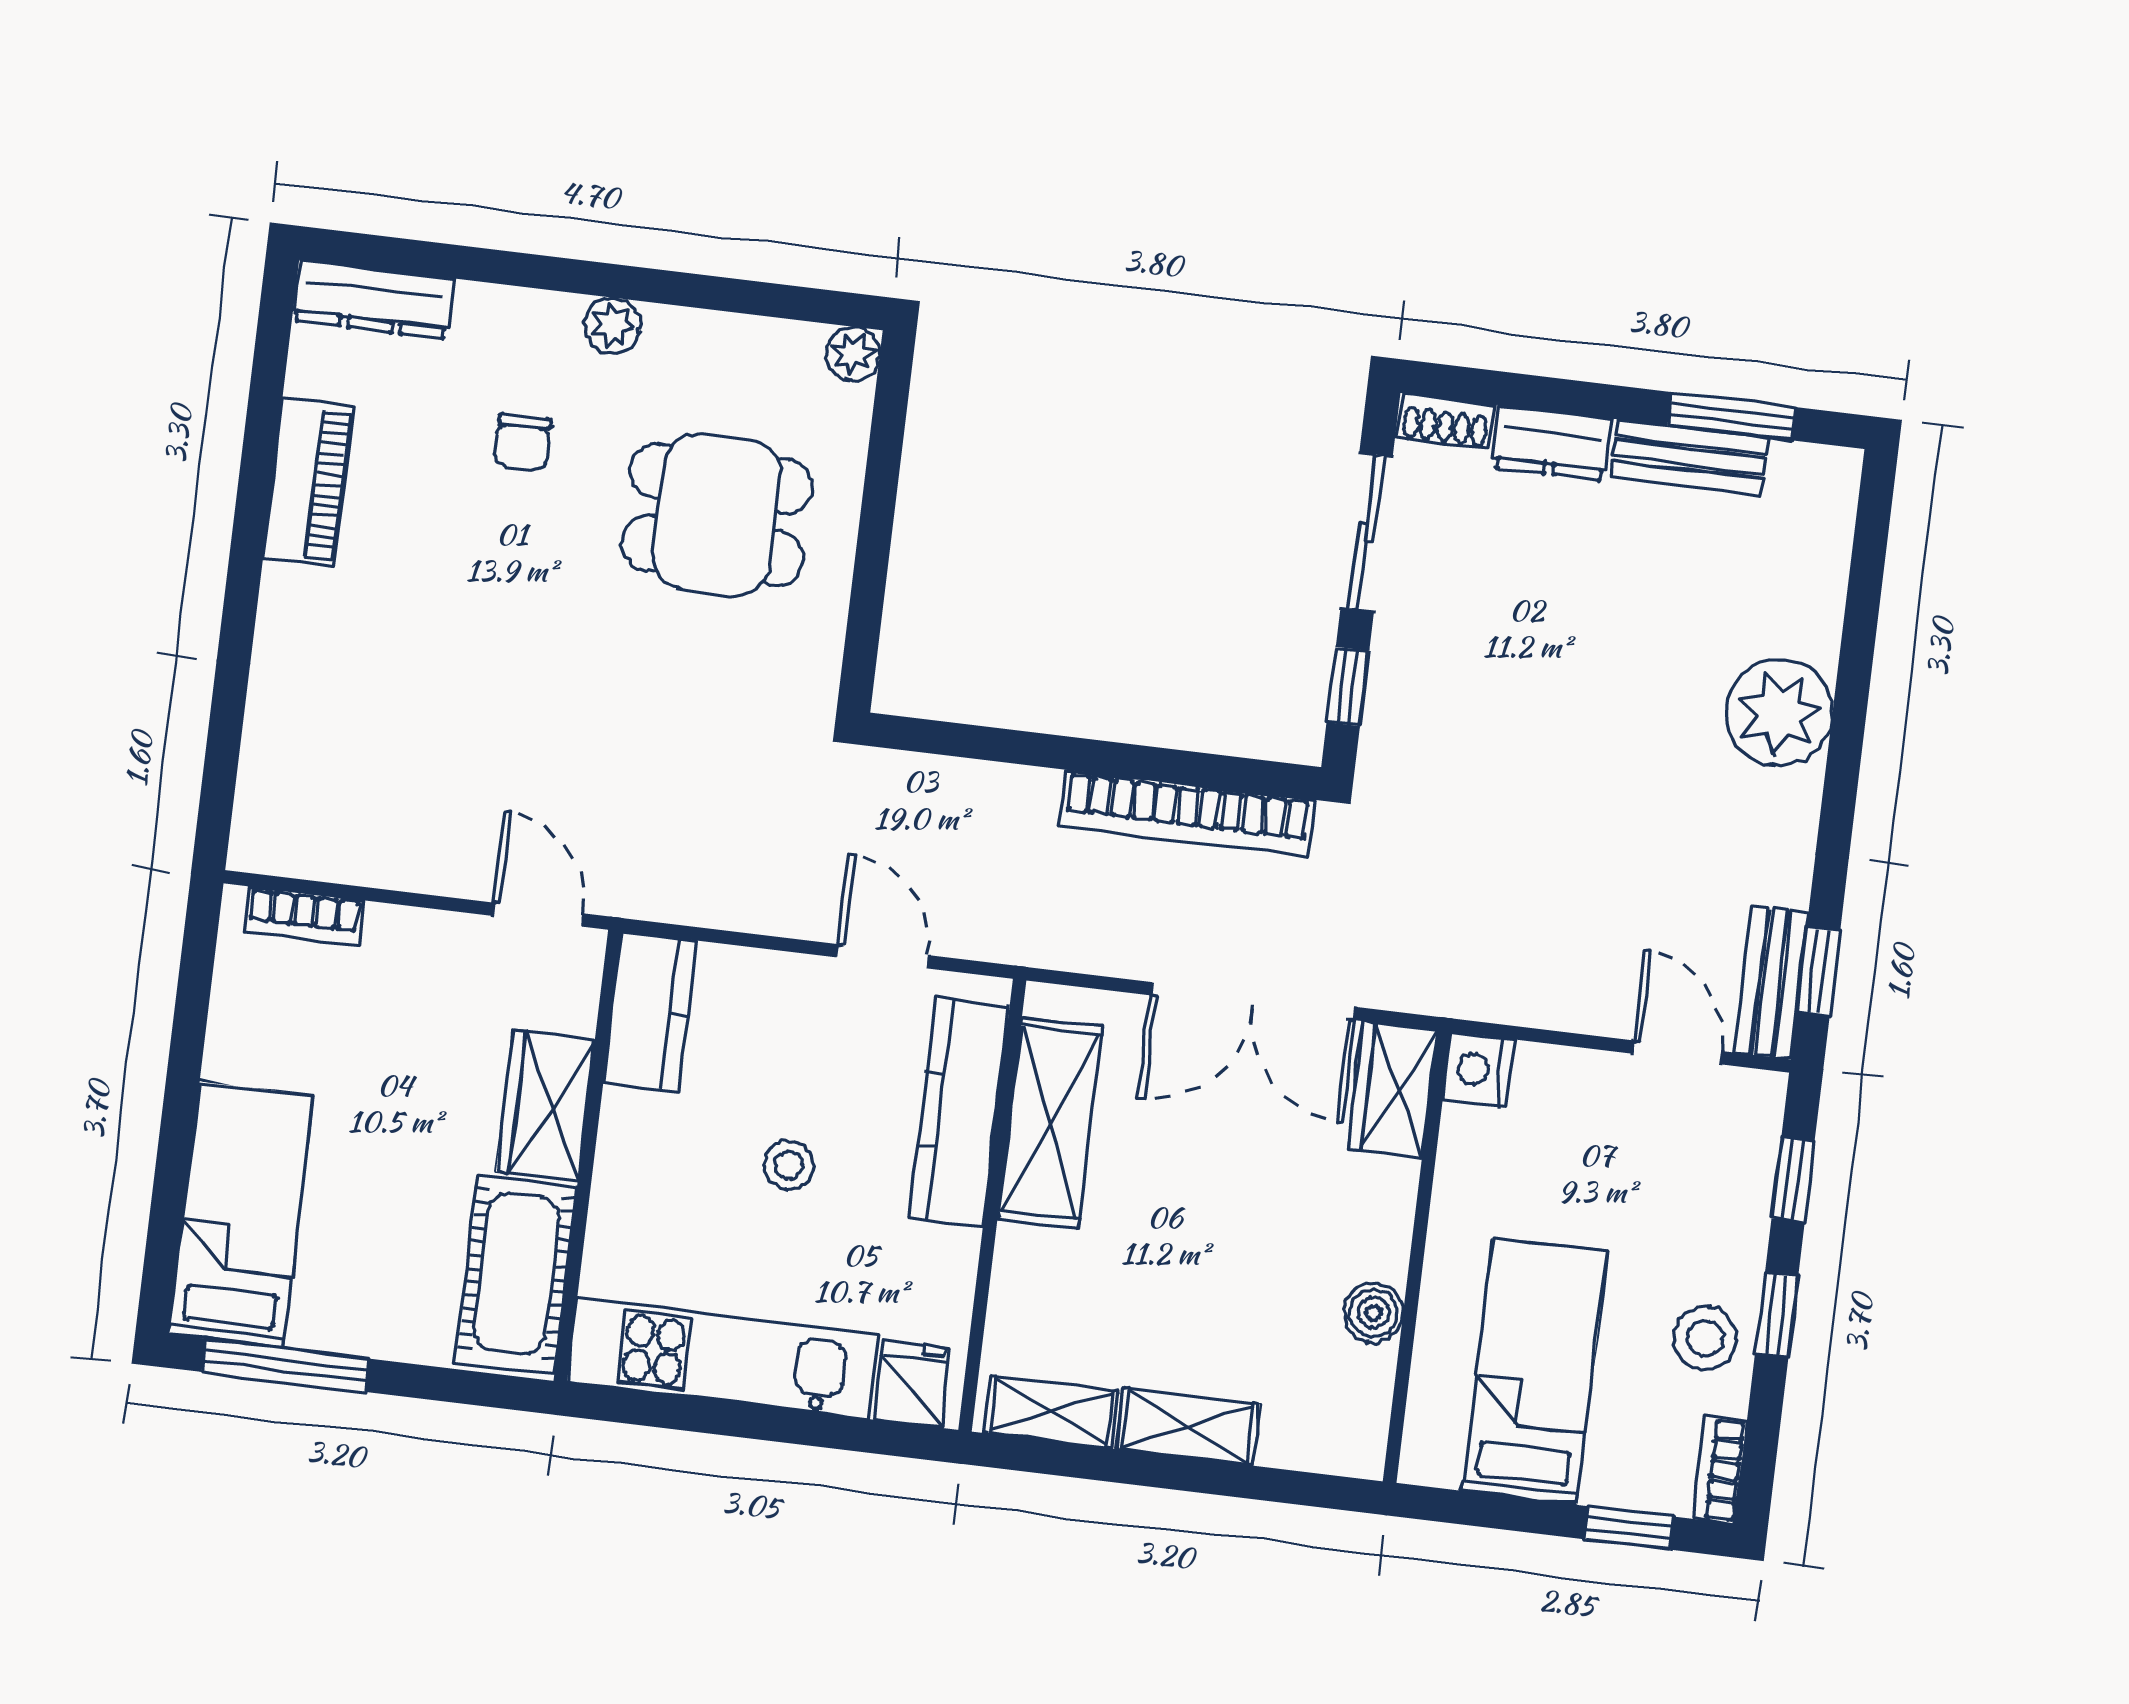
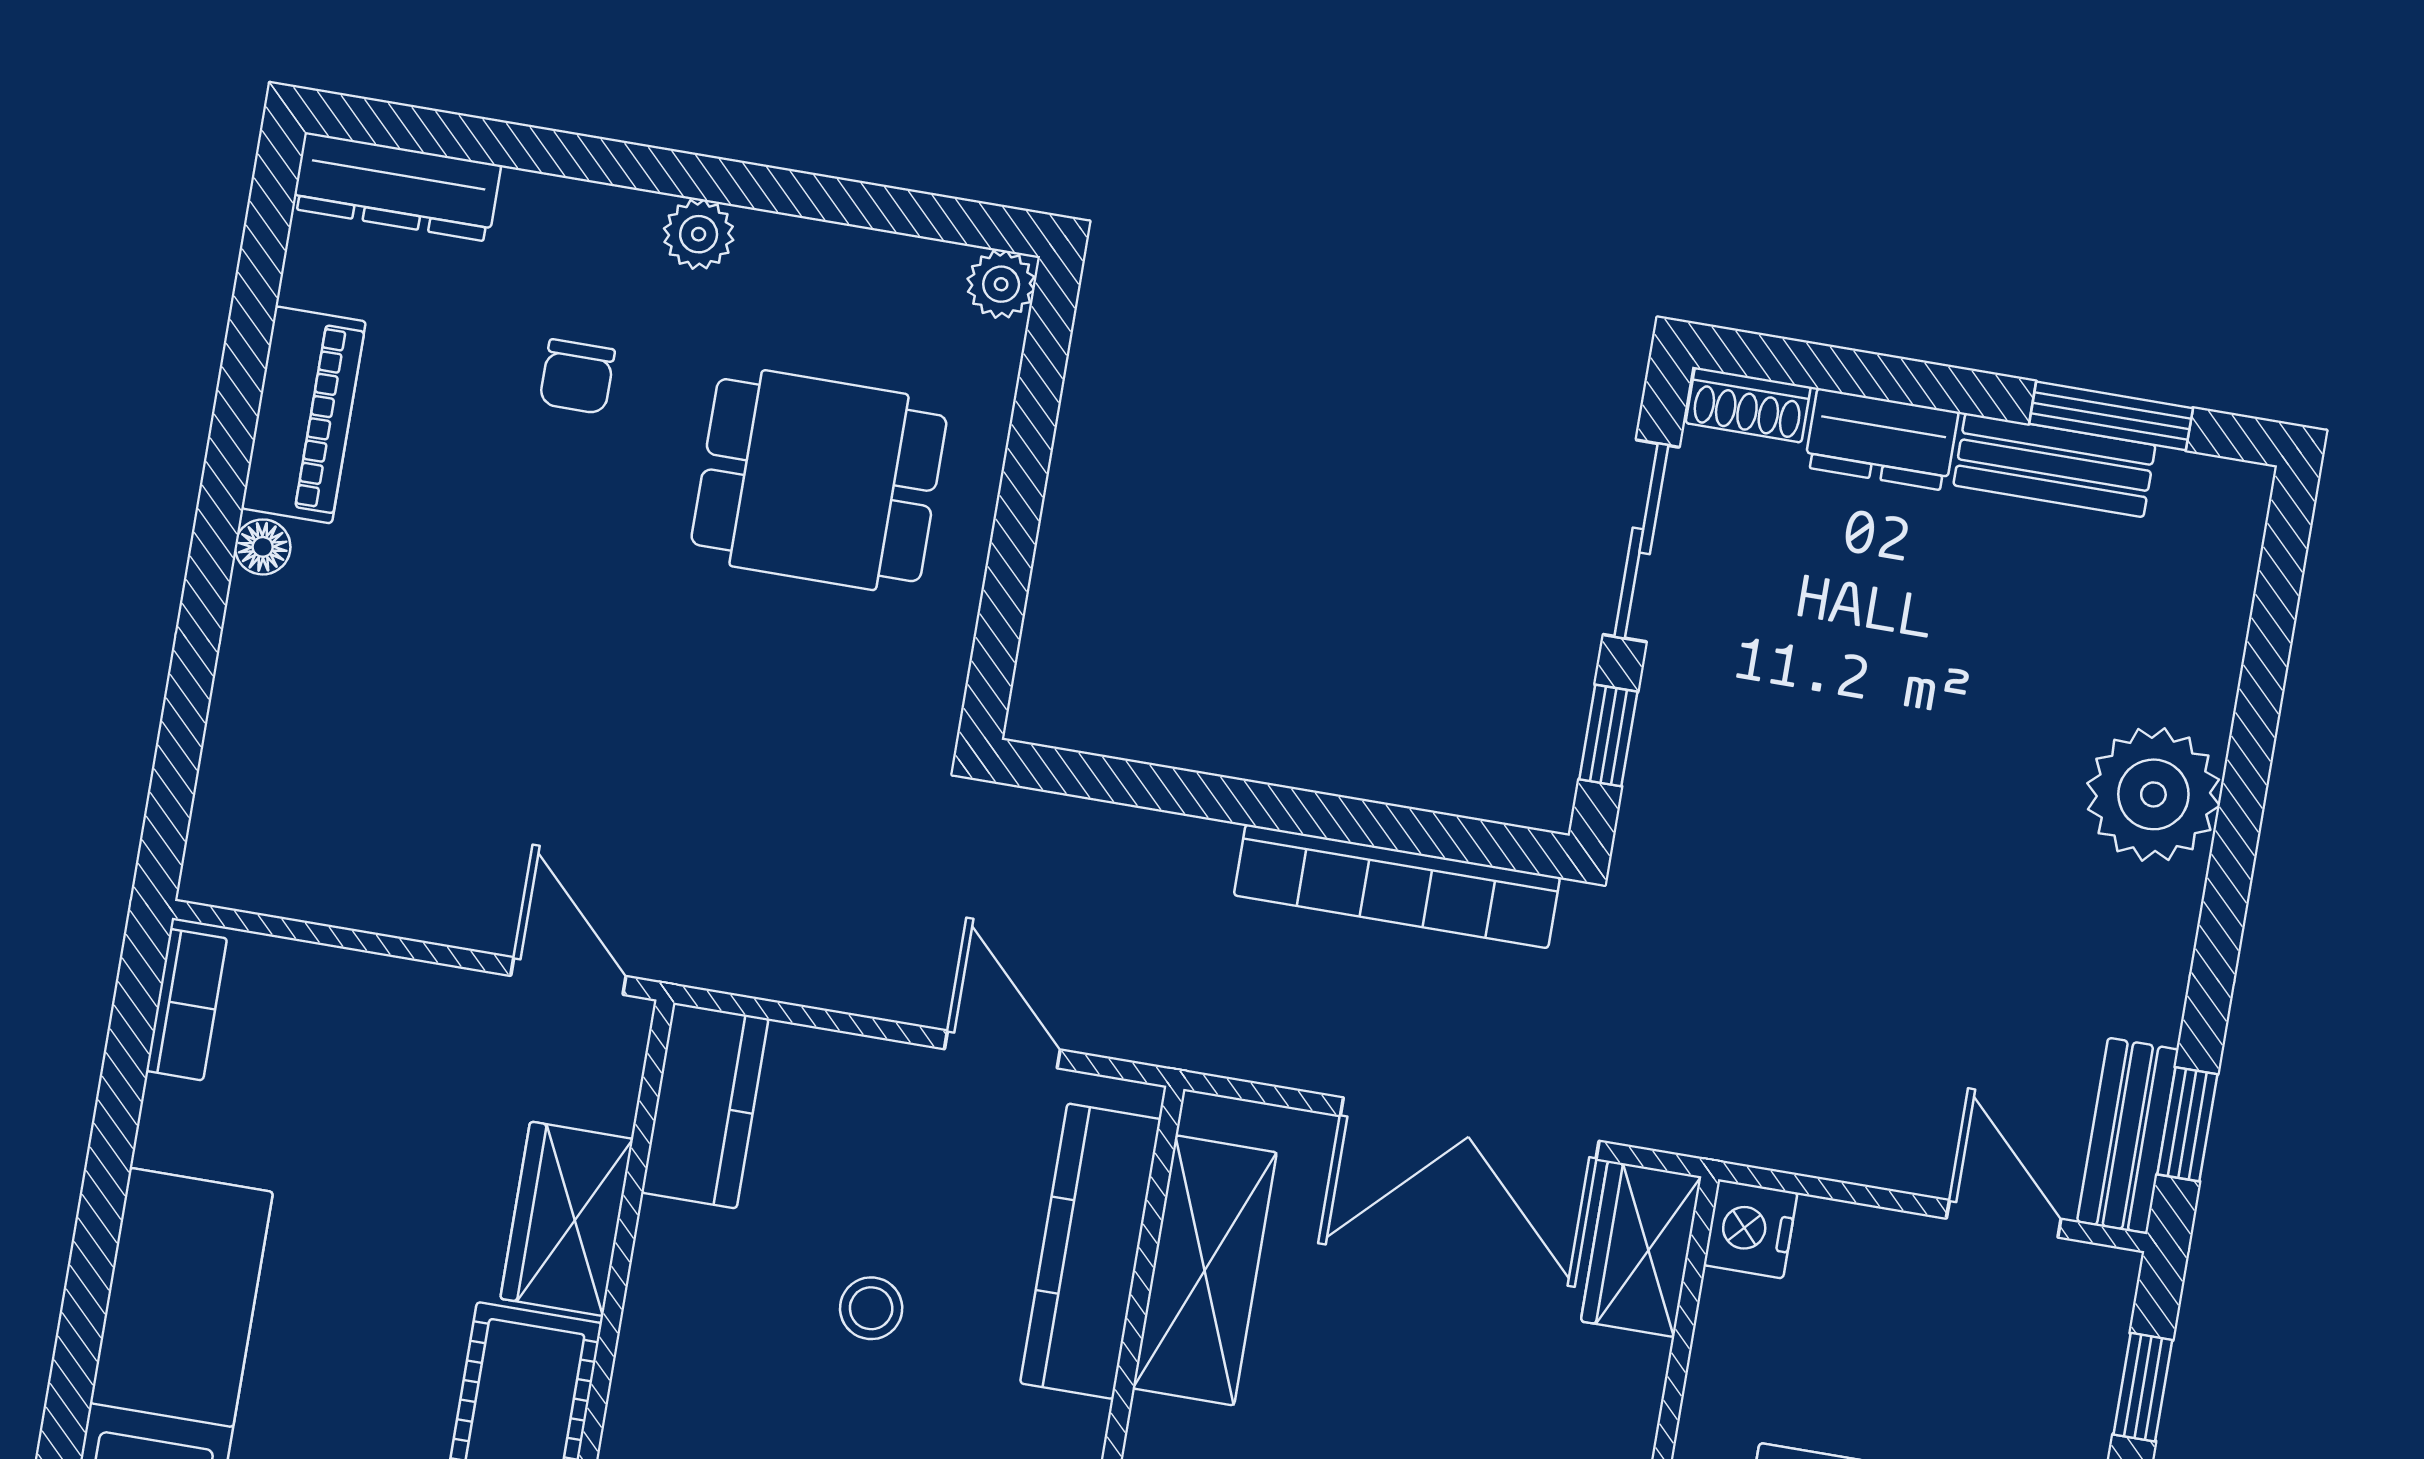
floor lamp: (281, 588) -> (263, 547), added
bookcase: (304, 916) -> (187, 1005), moved, turned -90

